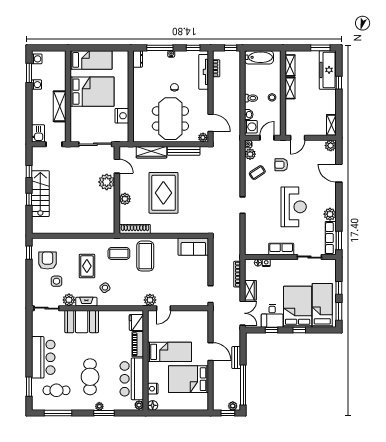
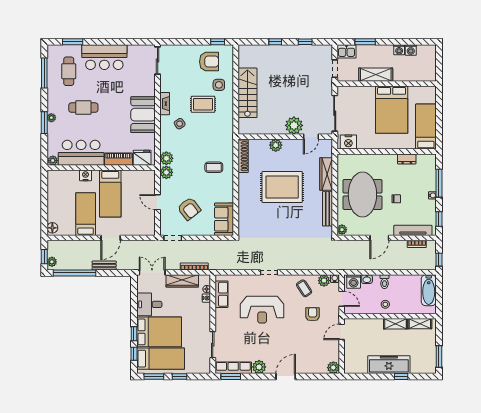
washing machine: (37, 59) -> (411, 50), moved
dresser: (138, 59) -> (407, 159), moved
bed: (91, 60) -> (426, 127), moved, turned 180
freezer: (328, 70) -> (389, 365), moved
window: (29, 73) -> (365, 42), moved
nightstand: (122, 116) -> (348, 142), moved
meeting table: (170, 119) -> (362, 194), turned 90
door: (211, 123) -> (379, 238), moved
shelving: (331, 125) -> (355, 368), removed
door: (298, 138) -> (342, 332), hinge flipped
door: (339, 173) -> (286, 377), moved
stairs: (40, 194) -> (247, 93), moved, turned -90
reception desk: (294, 207) -> (262, 310), moved
row of seats: (281, 249) -> (221, 294), moved
coffee table: (119, 253) -> (217, 139), removed
coffee table: (145, 256) -> (214, 167), width x0.54, depth x0.58
armchair: (184, 279) -> (189, 209), added
side table: (56, 281) -> (219, 85), moved
wardrobe: (250, 290) -> (182, 281), width x1.50
plant: (69, 300) -> (166, 158), moved
door: (163, 308) -> (158, 202), moved
double door: (243, 313) -> (152, 272), swing flipped
booth: (82, 322) -> (143, 115), moved
window: (272, 330) -> (134, 354), moved
cafe table: (90, 377) -> (83, 108), width x0.73, depth x0.74
bed: (189, 379) -> (86, 214), width x0.67
nightstand: (153, 389) -> (85, 175), moved
floor lamp: (153, 405) -> (52, 228), moved

